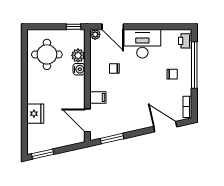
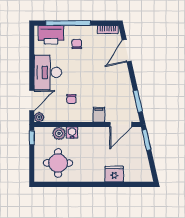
printer: (185, 41) -> (51, 35), width x1.87, depth x1.48
window: (43, 154) -> (147, 140), moved

